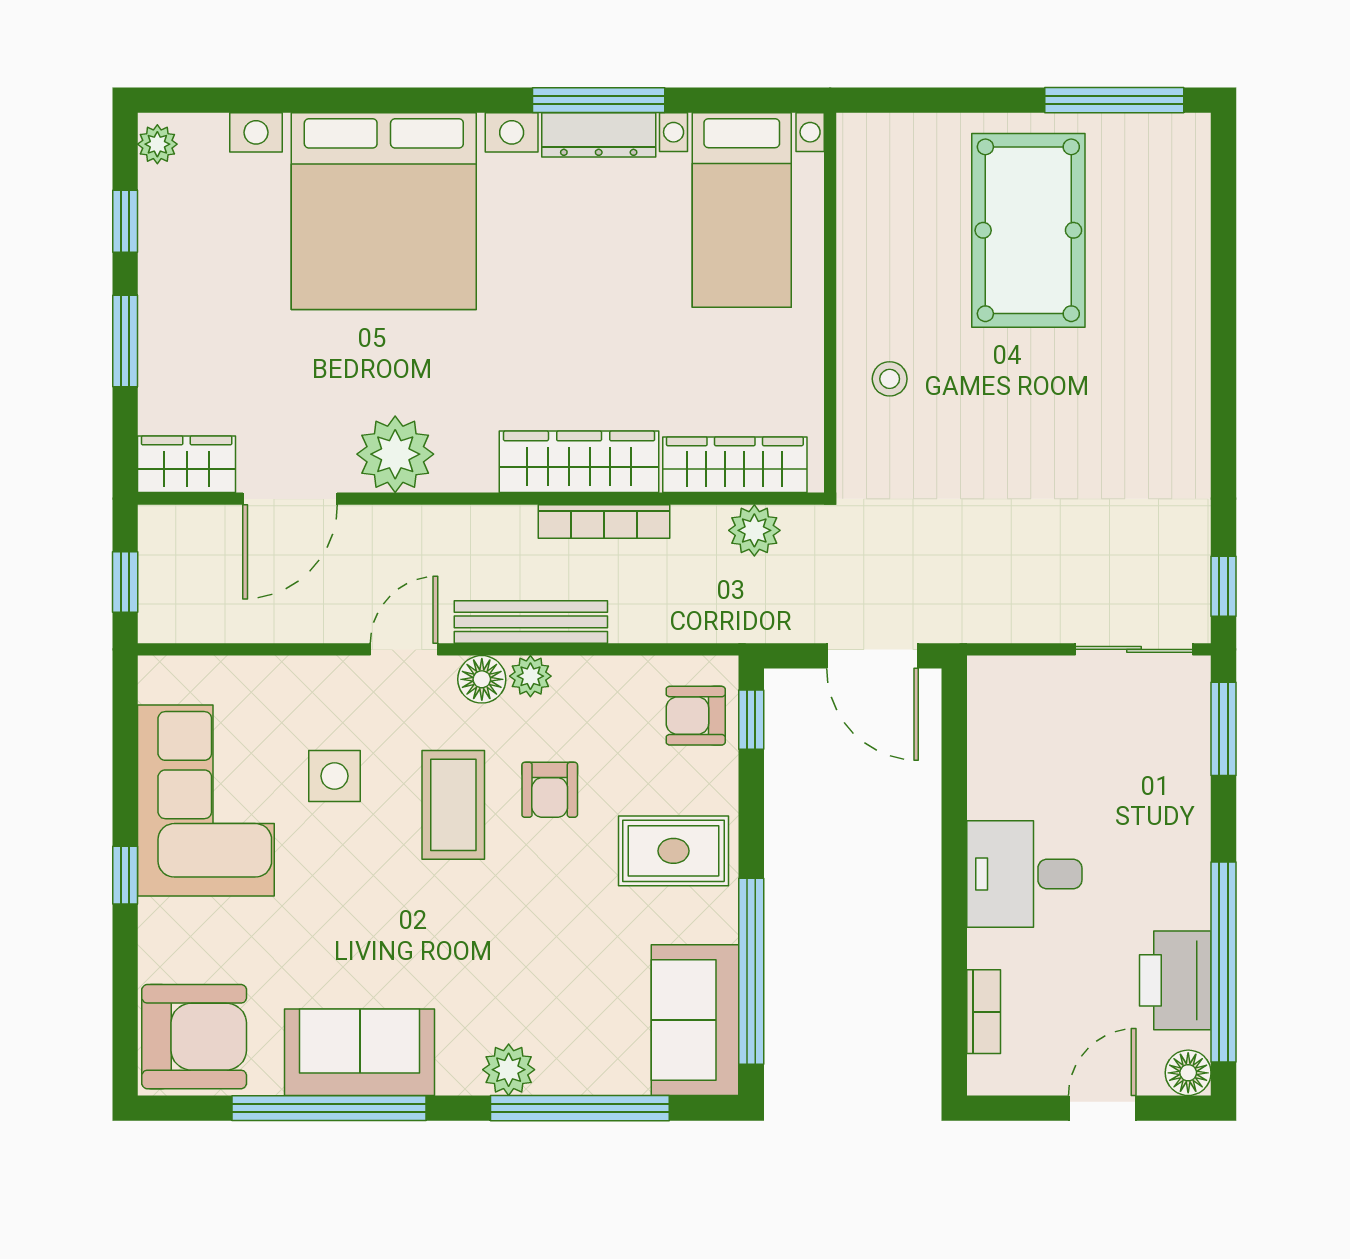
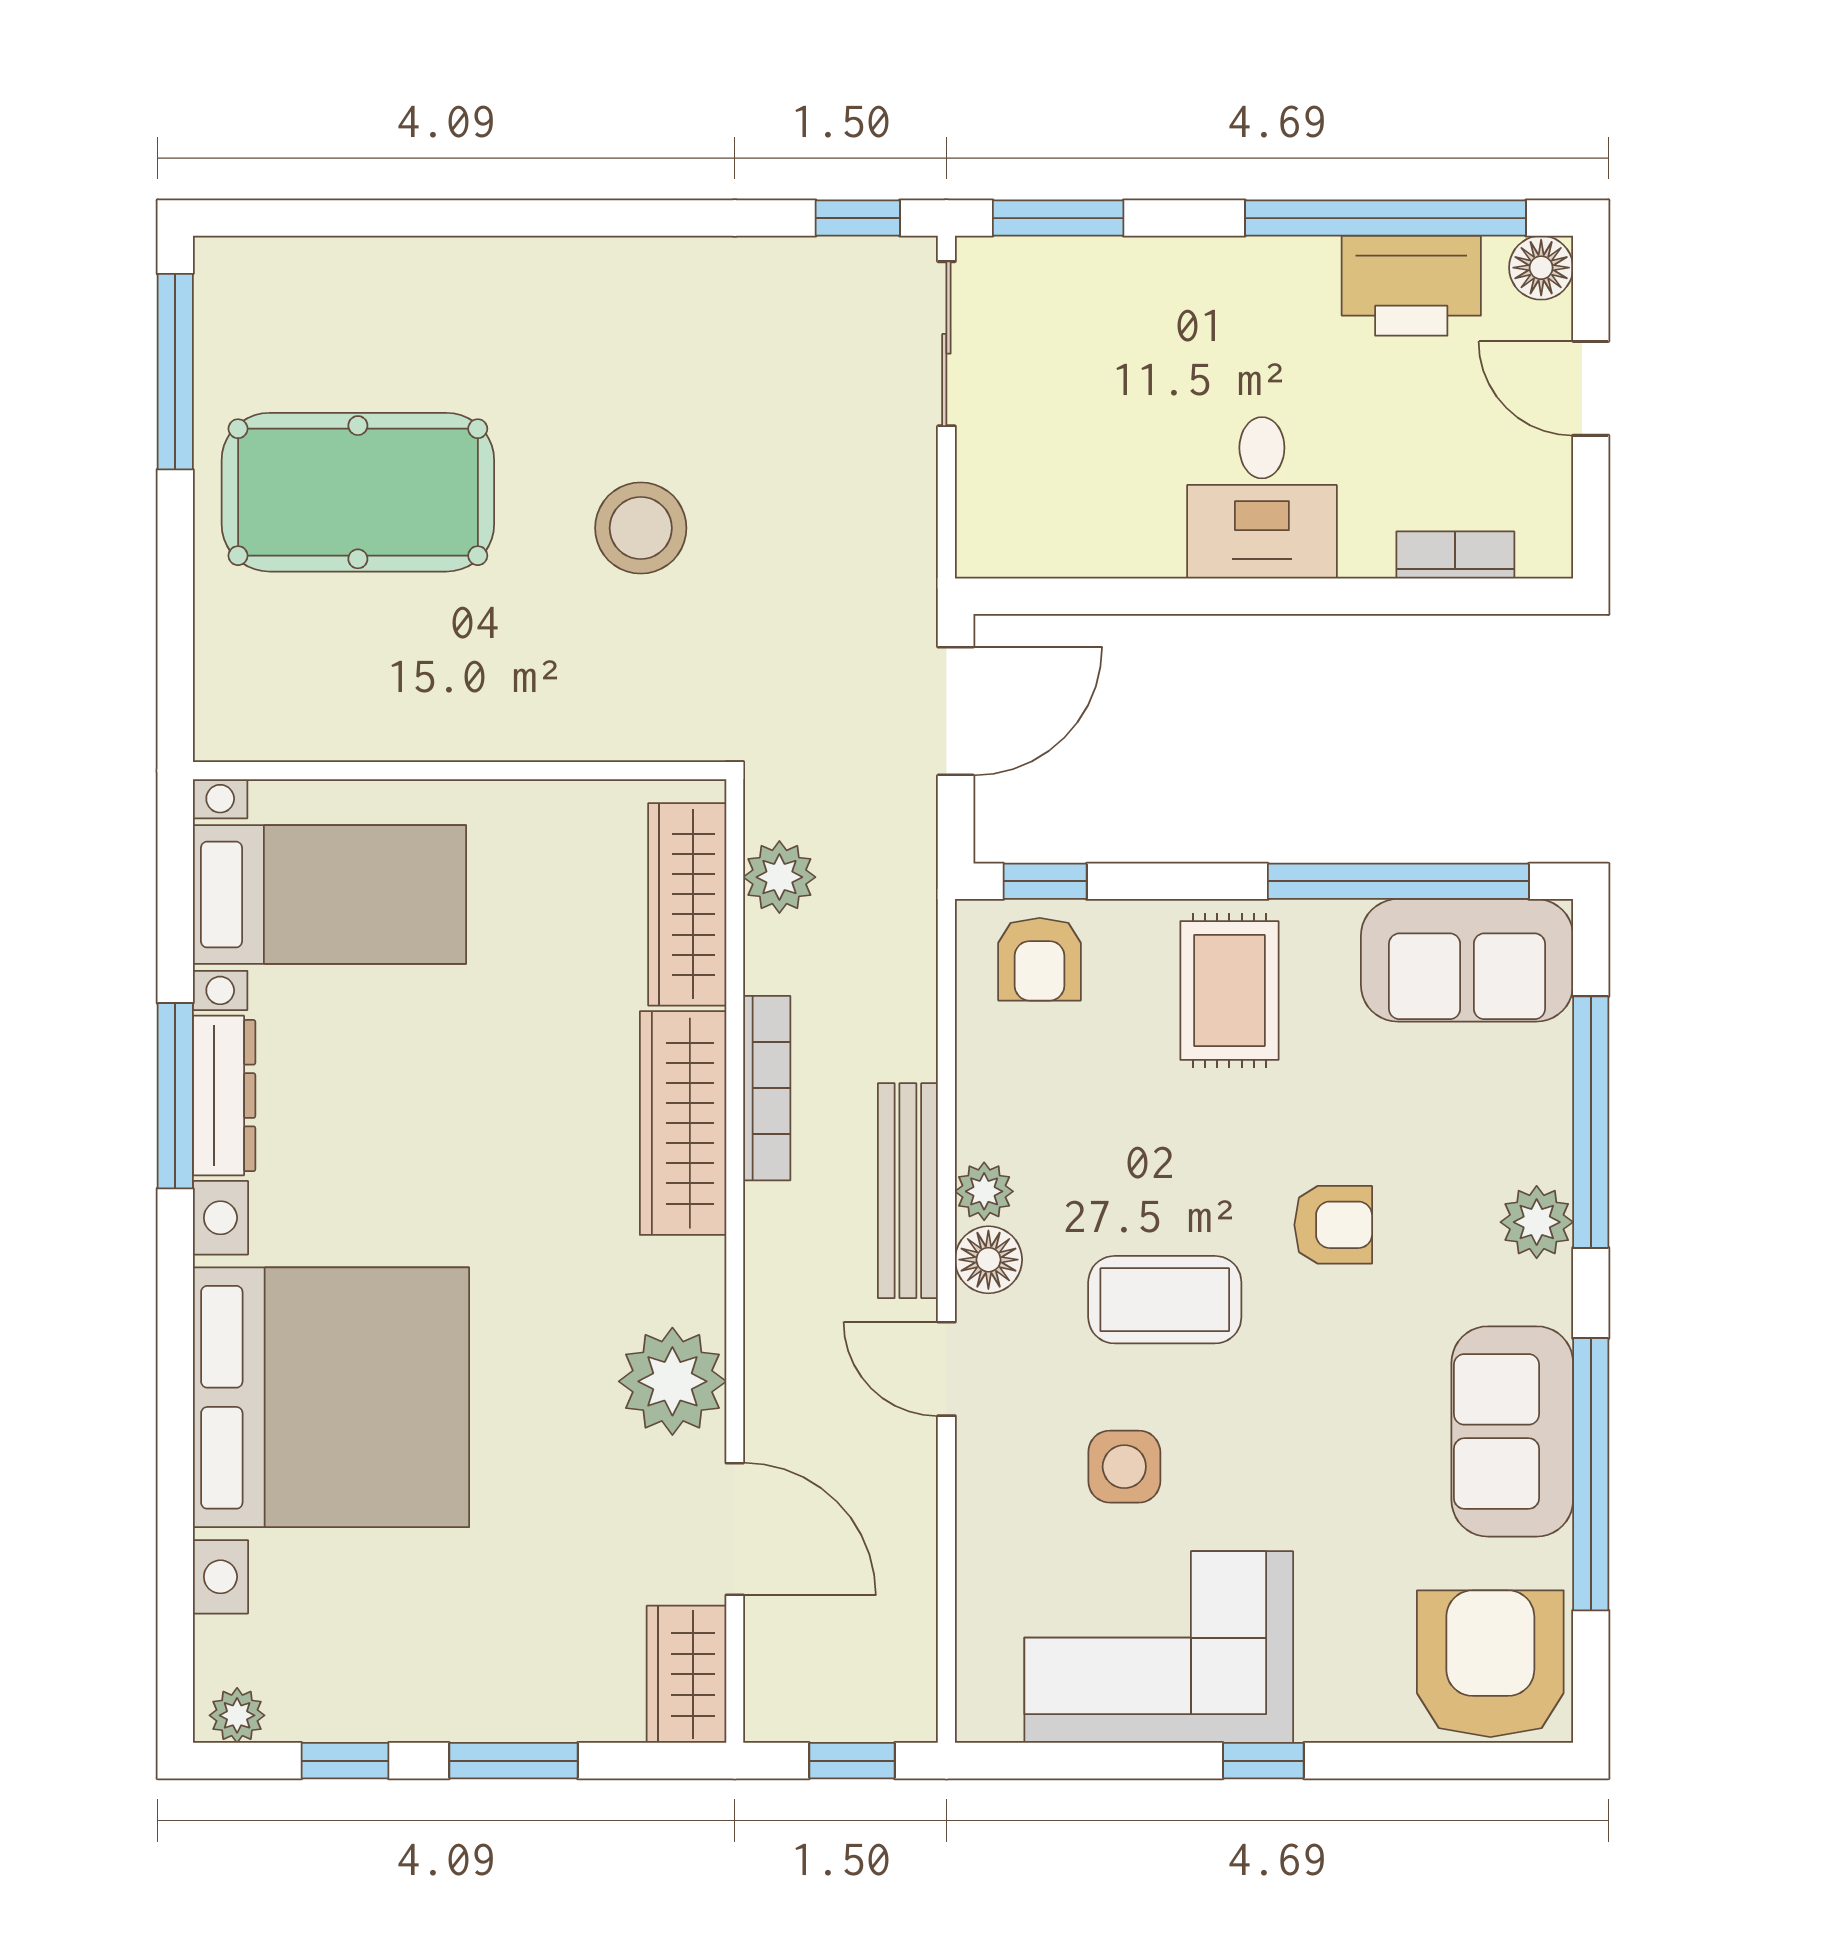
stool: (890, 379) -> (641, 528), moved, width x1.89, depth x1.89
armchair: (550, 790) -> (1333, 1225), moved

